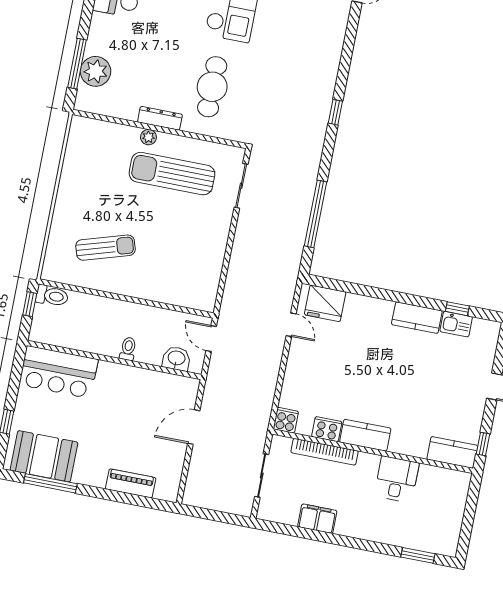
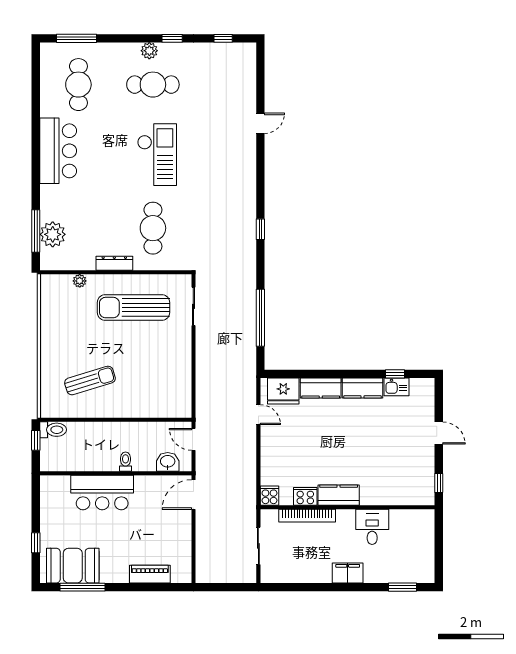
plant: (148, 137) -> (80, 281), moved
bar counter: (59, 372) -> (102, 493), moved
door: (194, 427) -> (193, 495), moved
kitchen counter: (452, 452) -> (321, 388), moved, turned 180
filing cabinet: (317, 519) -> (348, 573), moved

